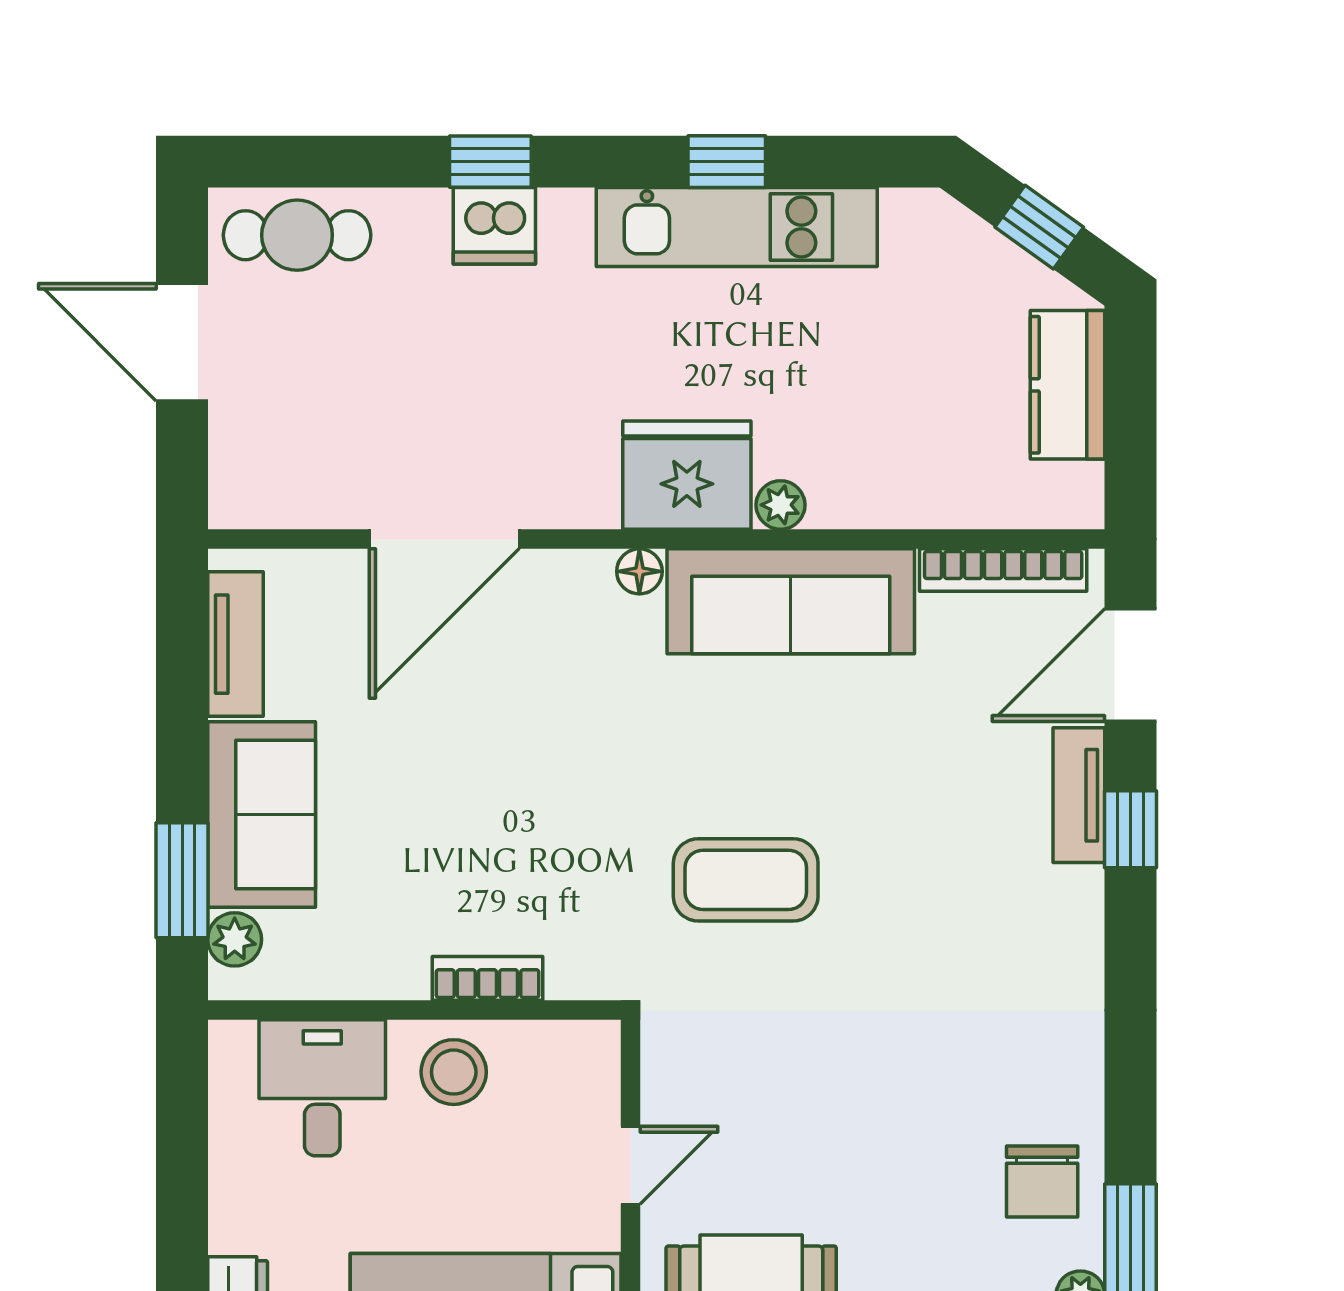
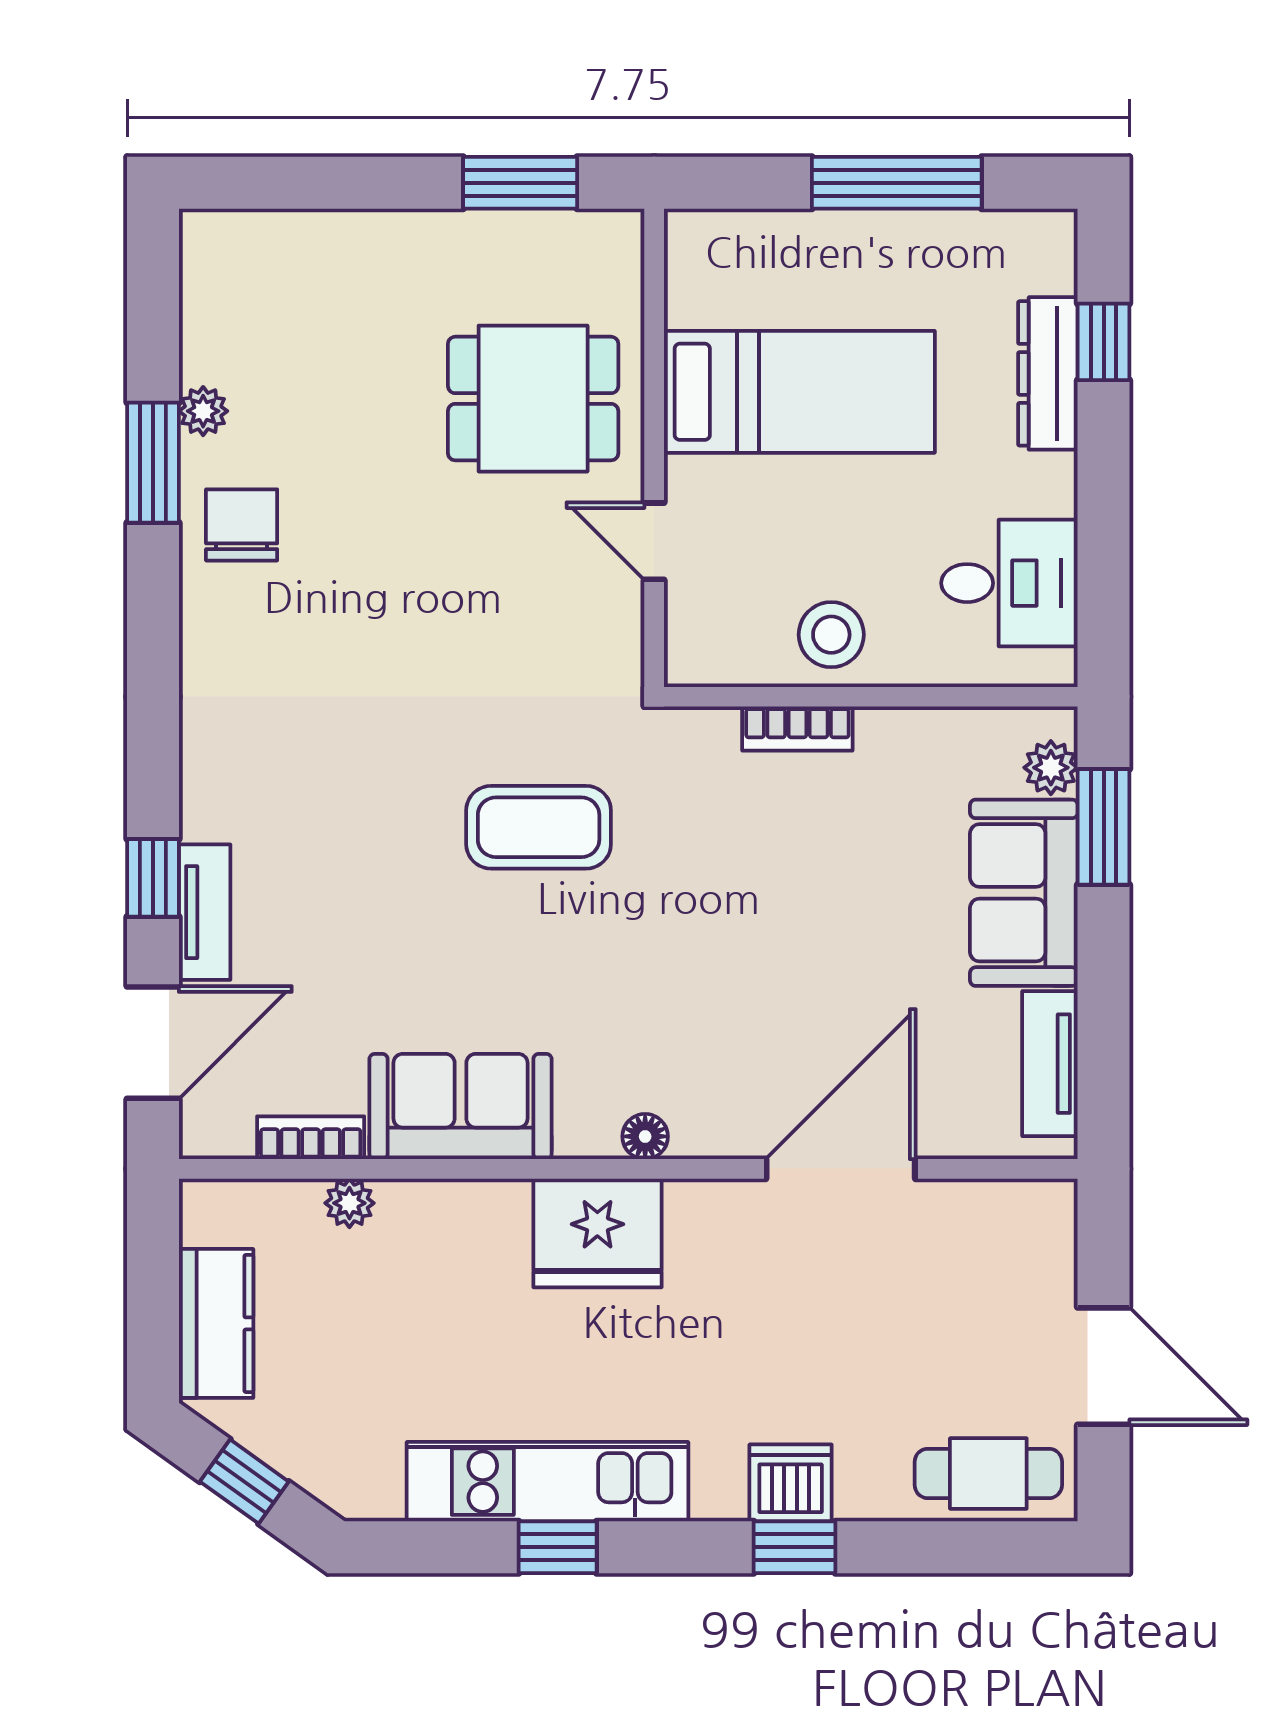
plant: (780, 505) -> (349, 1203), moved
bookcase: (1003, 570) -> (311, 1138), width x0.64
sofa: (791, 601) -> (460, 1107), width x0.73
desk: (322, 1088) -> (1009, 583), moved, turned -90
door: (630, 1165) -> (654, 541), hinge flipped

